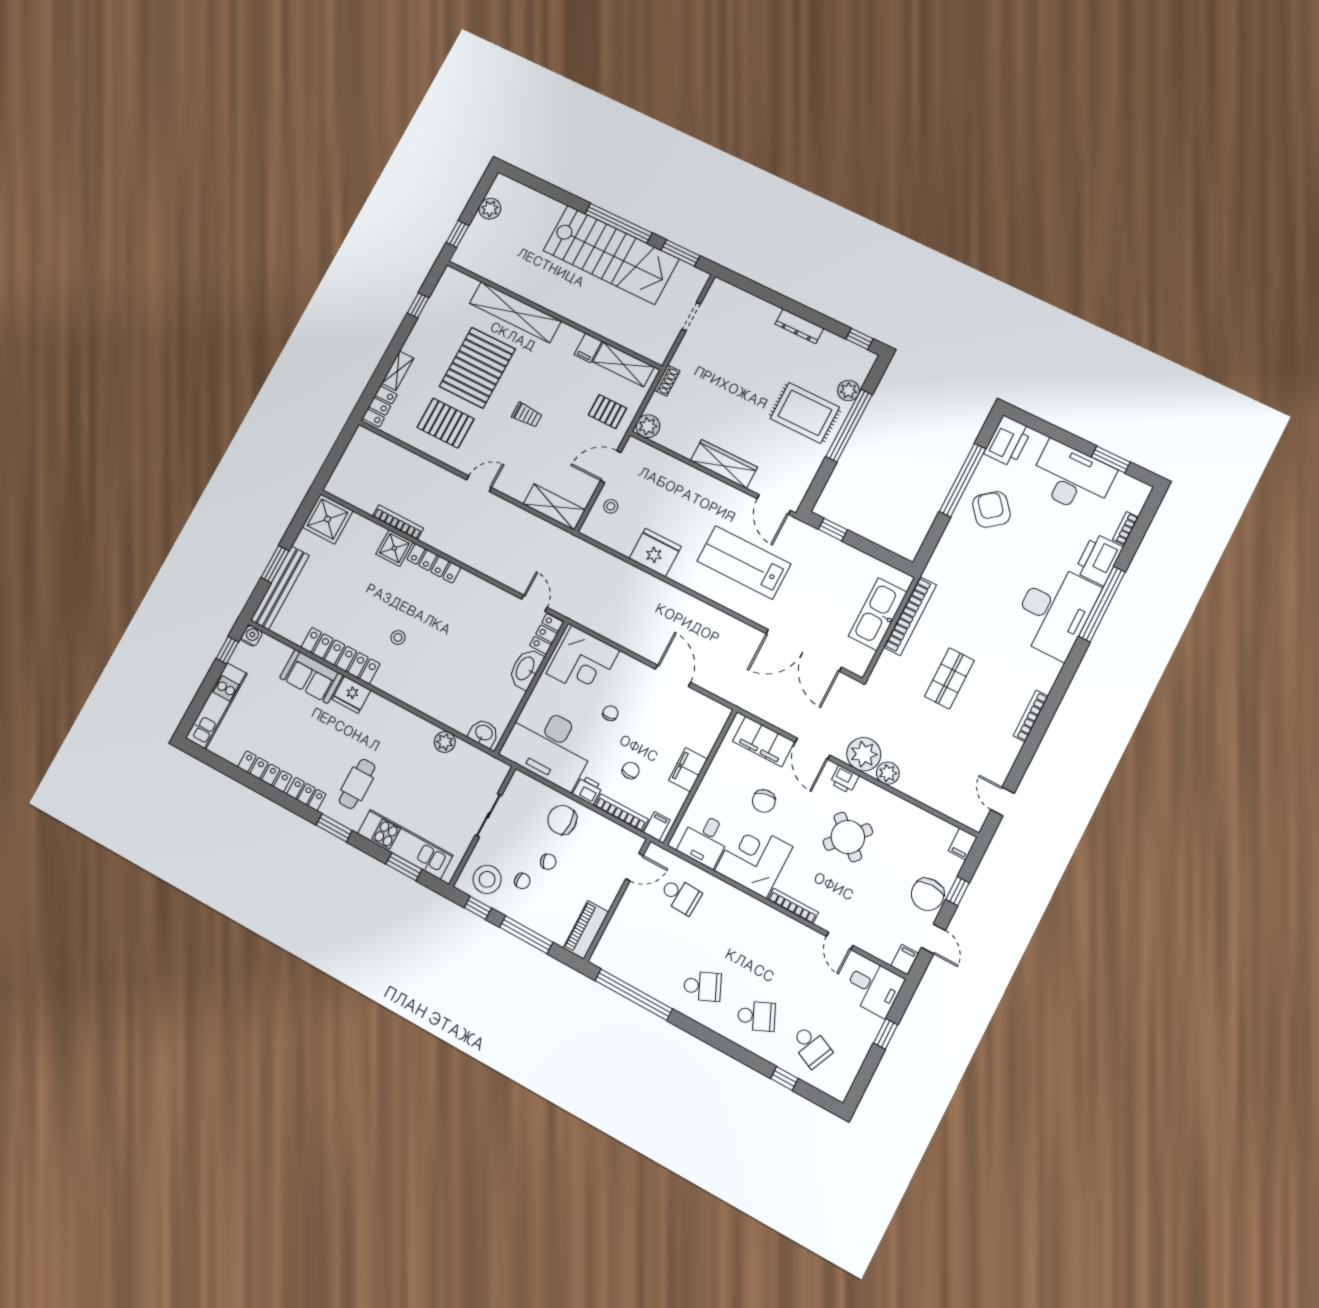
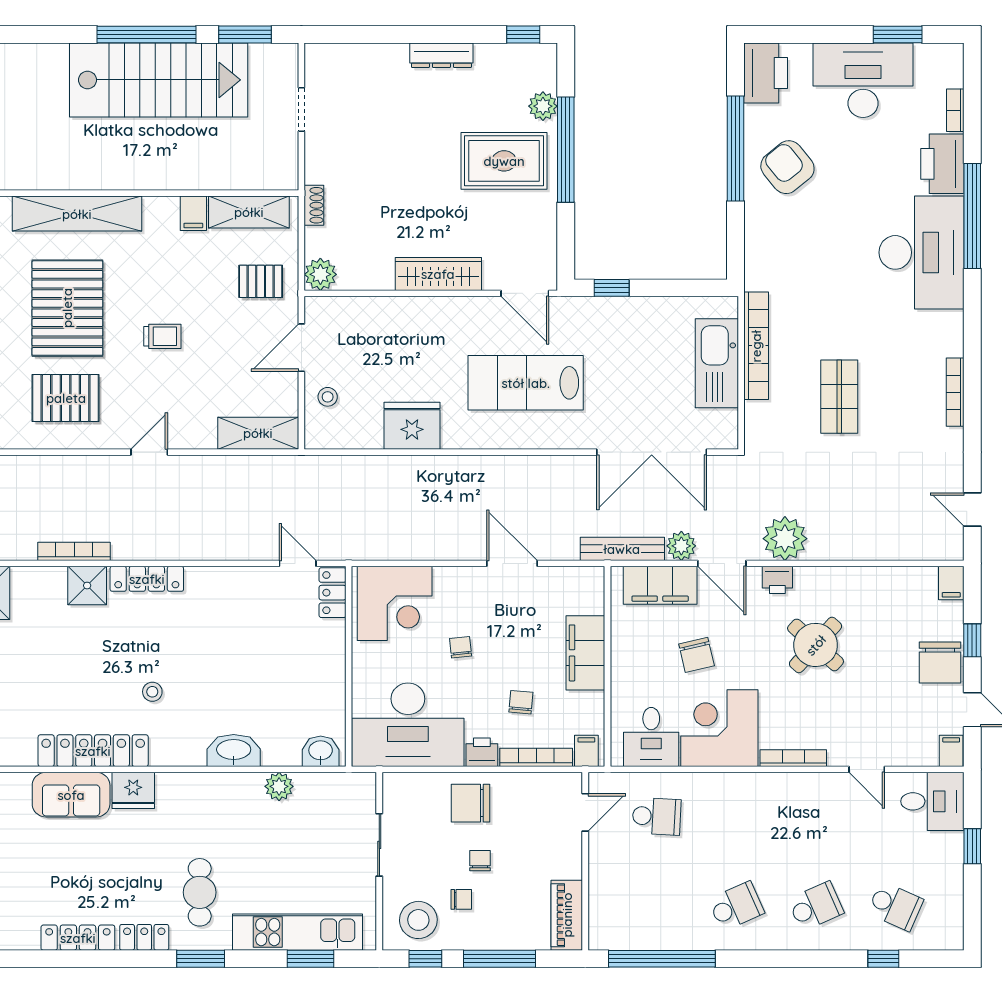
washbasin: (526, 669) -> (234, 750), moved, turned 90
bench: (751, 704) -> (622, 549), added
filing cabinet: (688, 770) -> (585, 653), width x1.50, depth x1.17
plant: (888, 773) -> (681, 546), moved
chair: (548, 862) -> (480, 861), turned -71

